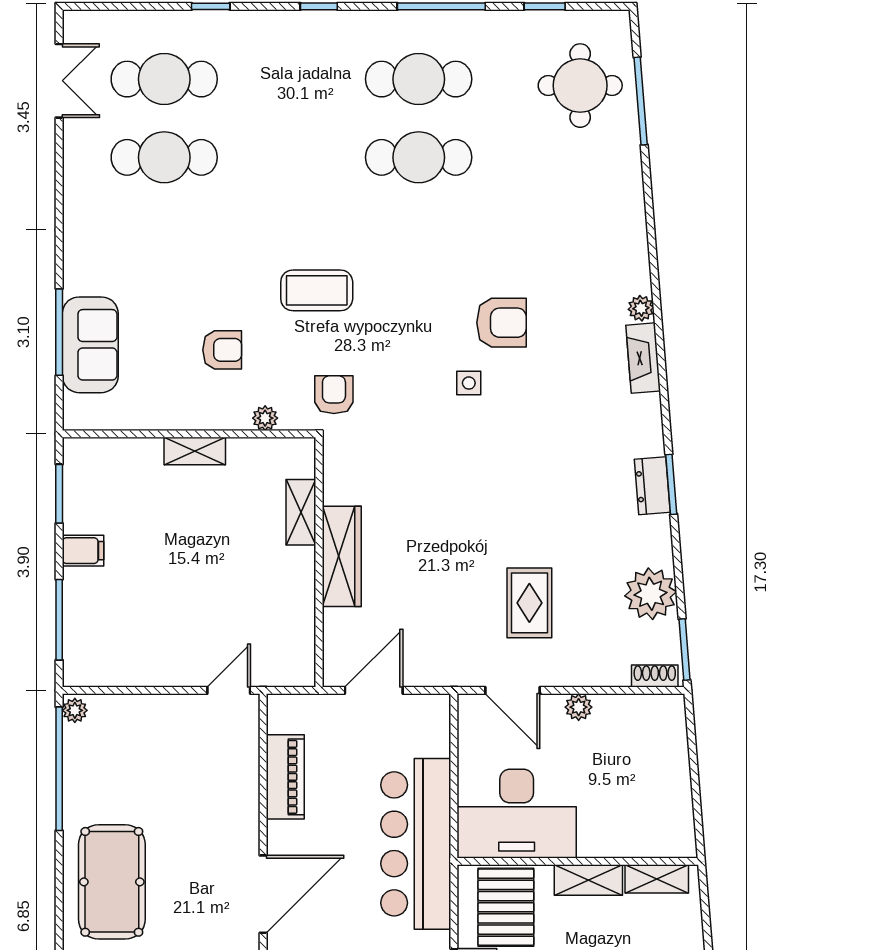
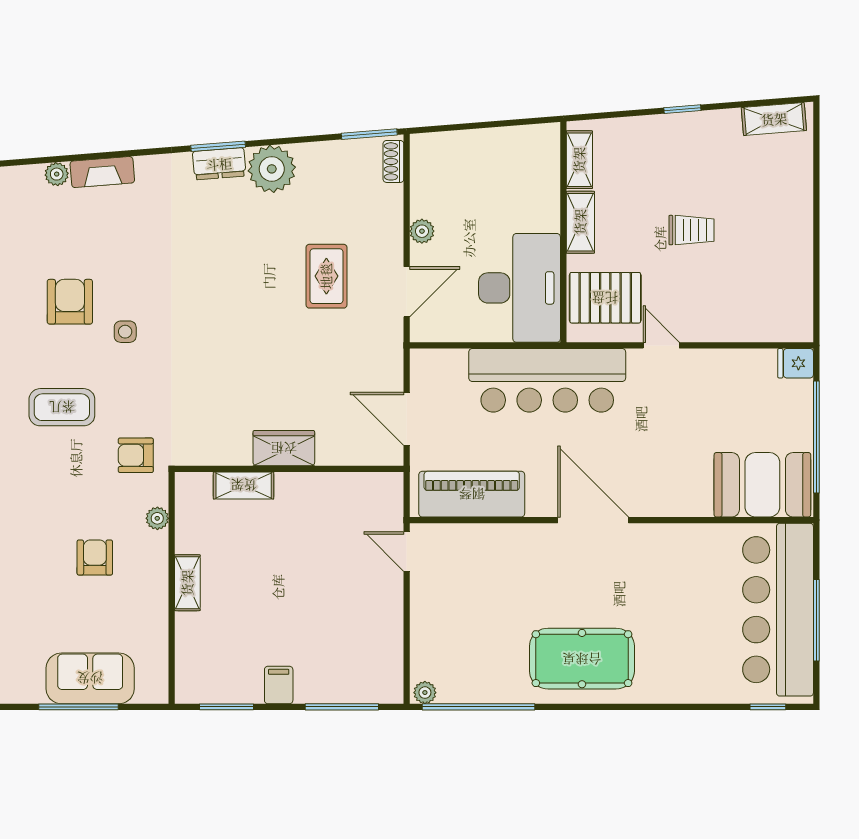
coffee table: (317, 290) -> (62, 407), moved, turned 90
wardrobe: (342, 556) -> (284, 448), width x0.67
plant: (651, 594) -> (272, 169), moved
rug: (529, 603) -> (326, 276), turned 90
piano: (285, 777) -> (472, 494), width x1.37, depth x1.33

